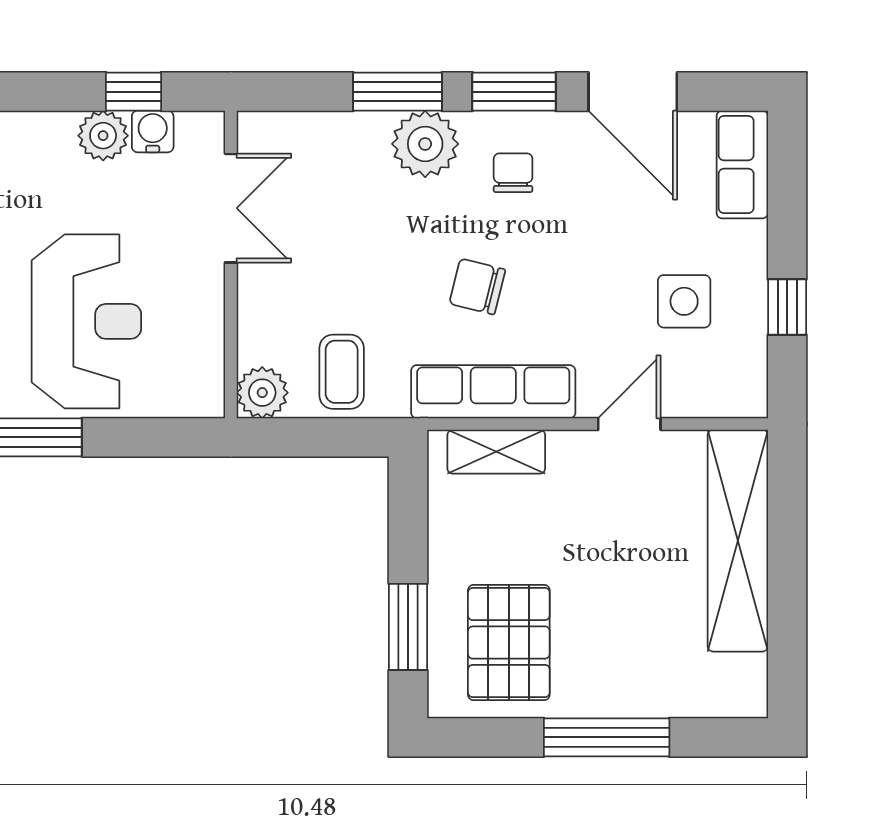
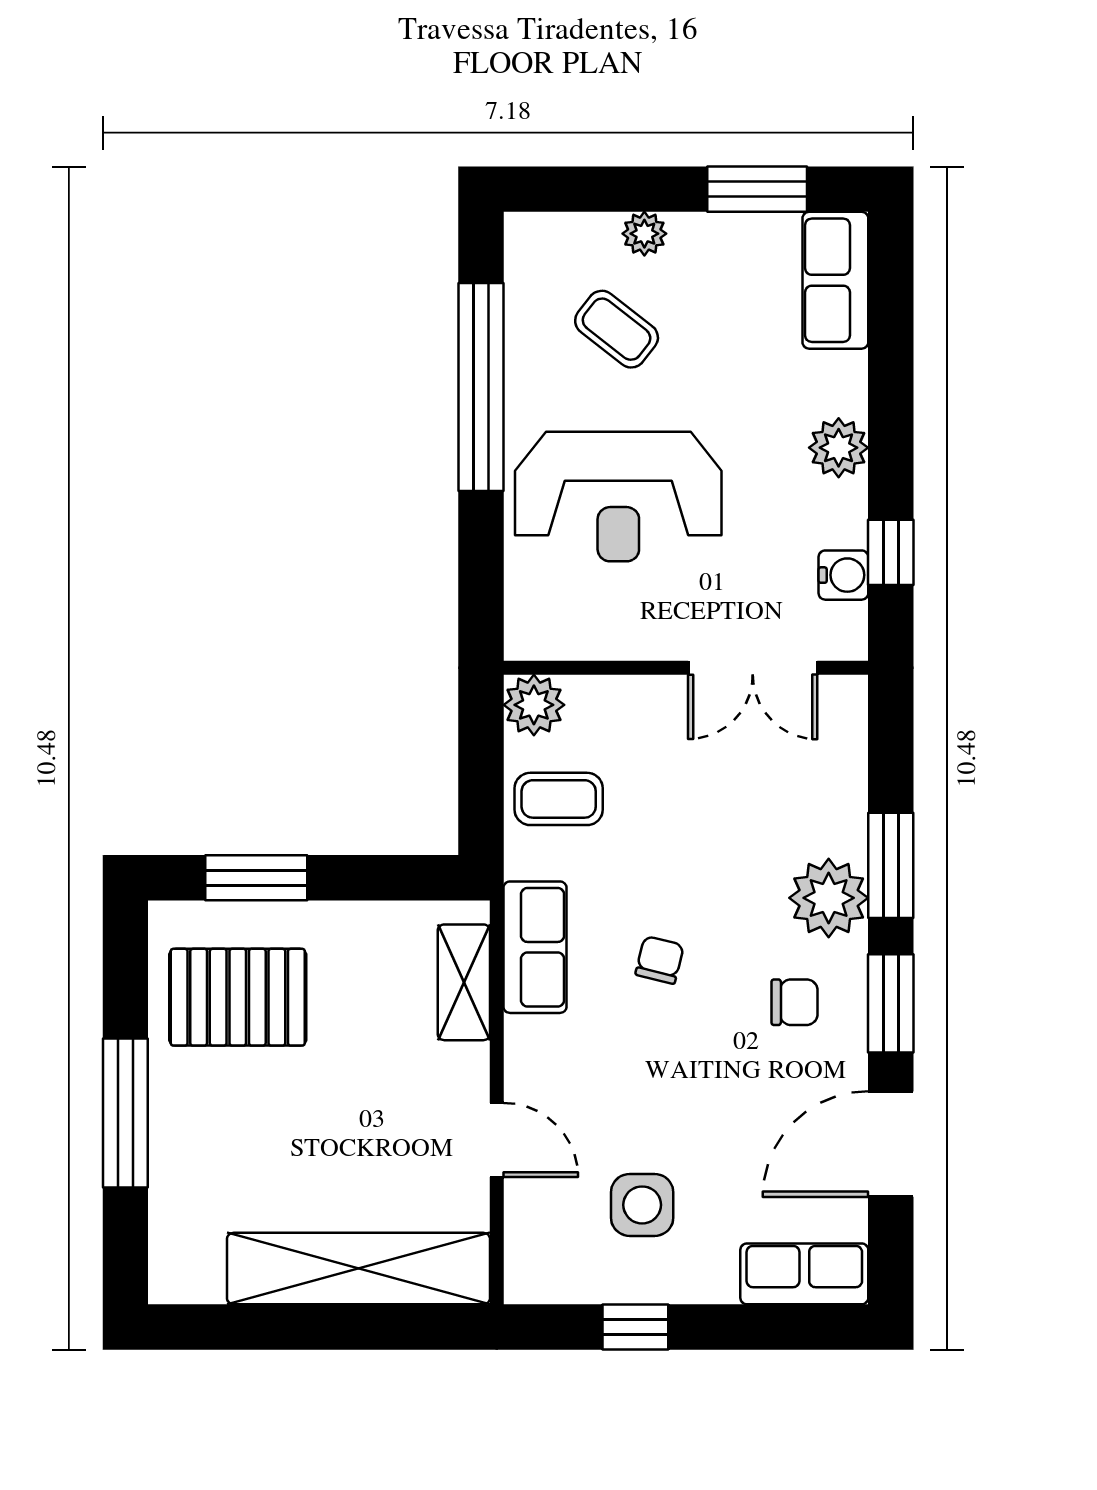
plant: (103, 136) -> (839, 448), moved
chair: (477, 287) -> (660, 960), width x0.73, depth x0.73
row of seats: (493, 392) -> (535, 947), width x0.68

